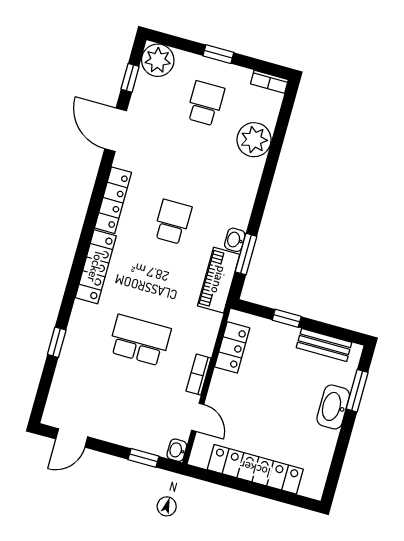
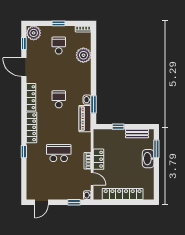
window: (57, 342) -> (24, 152), moved
locker: (232, 347) -> (99, 159), moved

